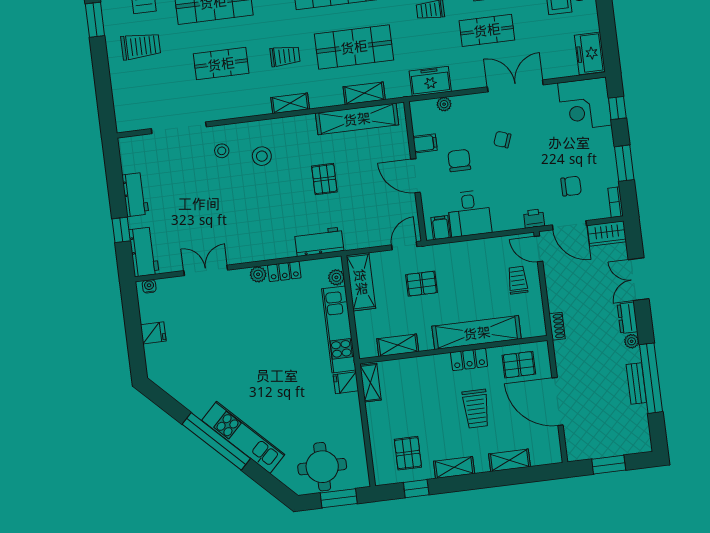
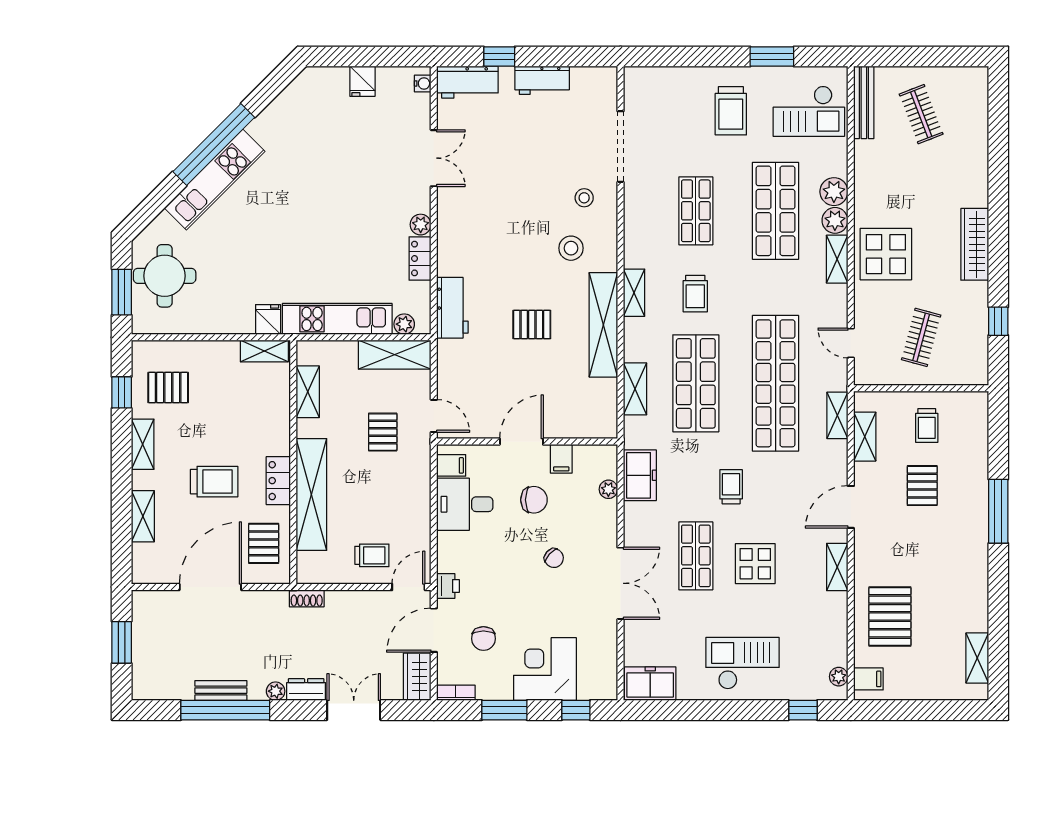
corner desk: (585, 104) -> (545, 669), moved
shelving: (357, 119) -> (603, 325), moved
chair: (502, 140) -> (554, 558), turned 112
trolley: (476, 409) -> (214, 482), turned 180

